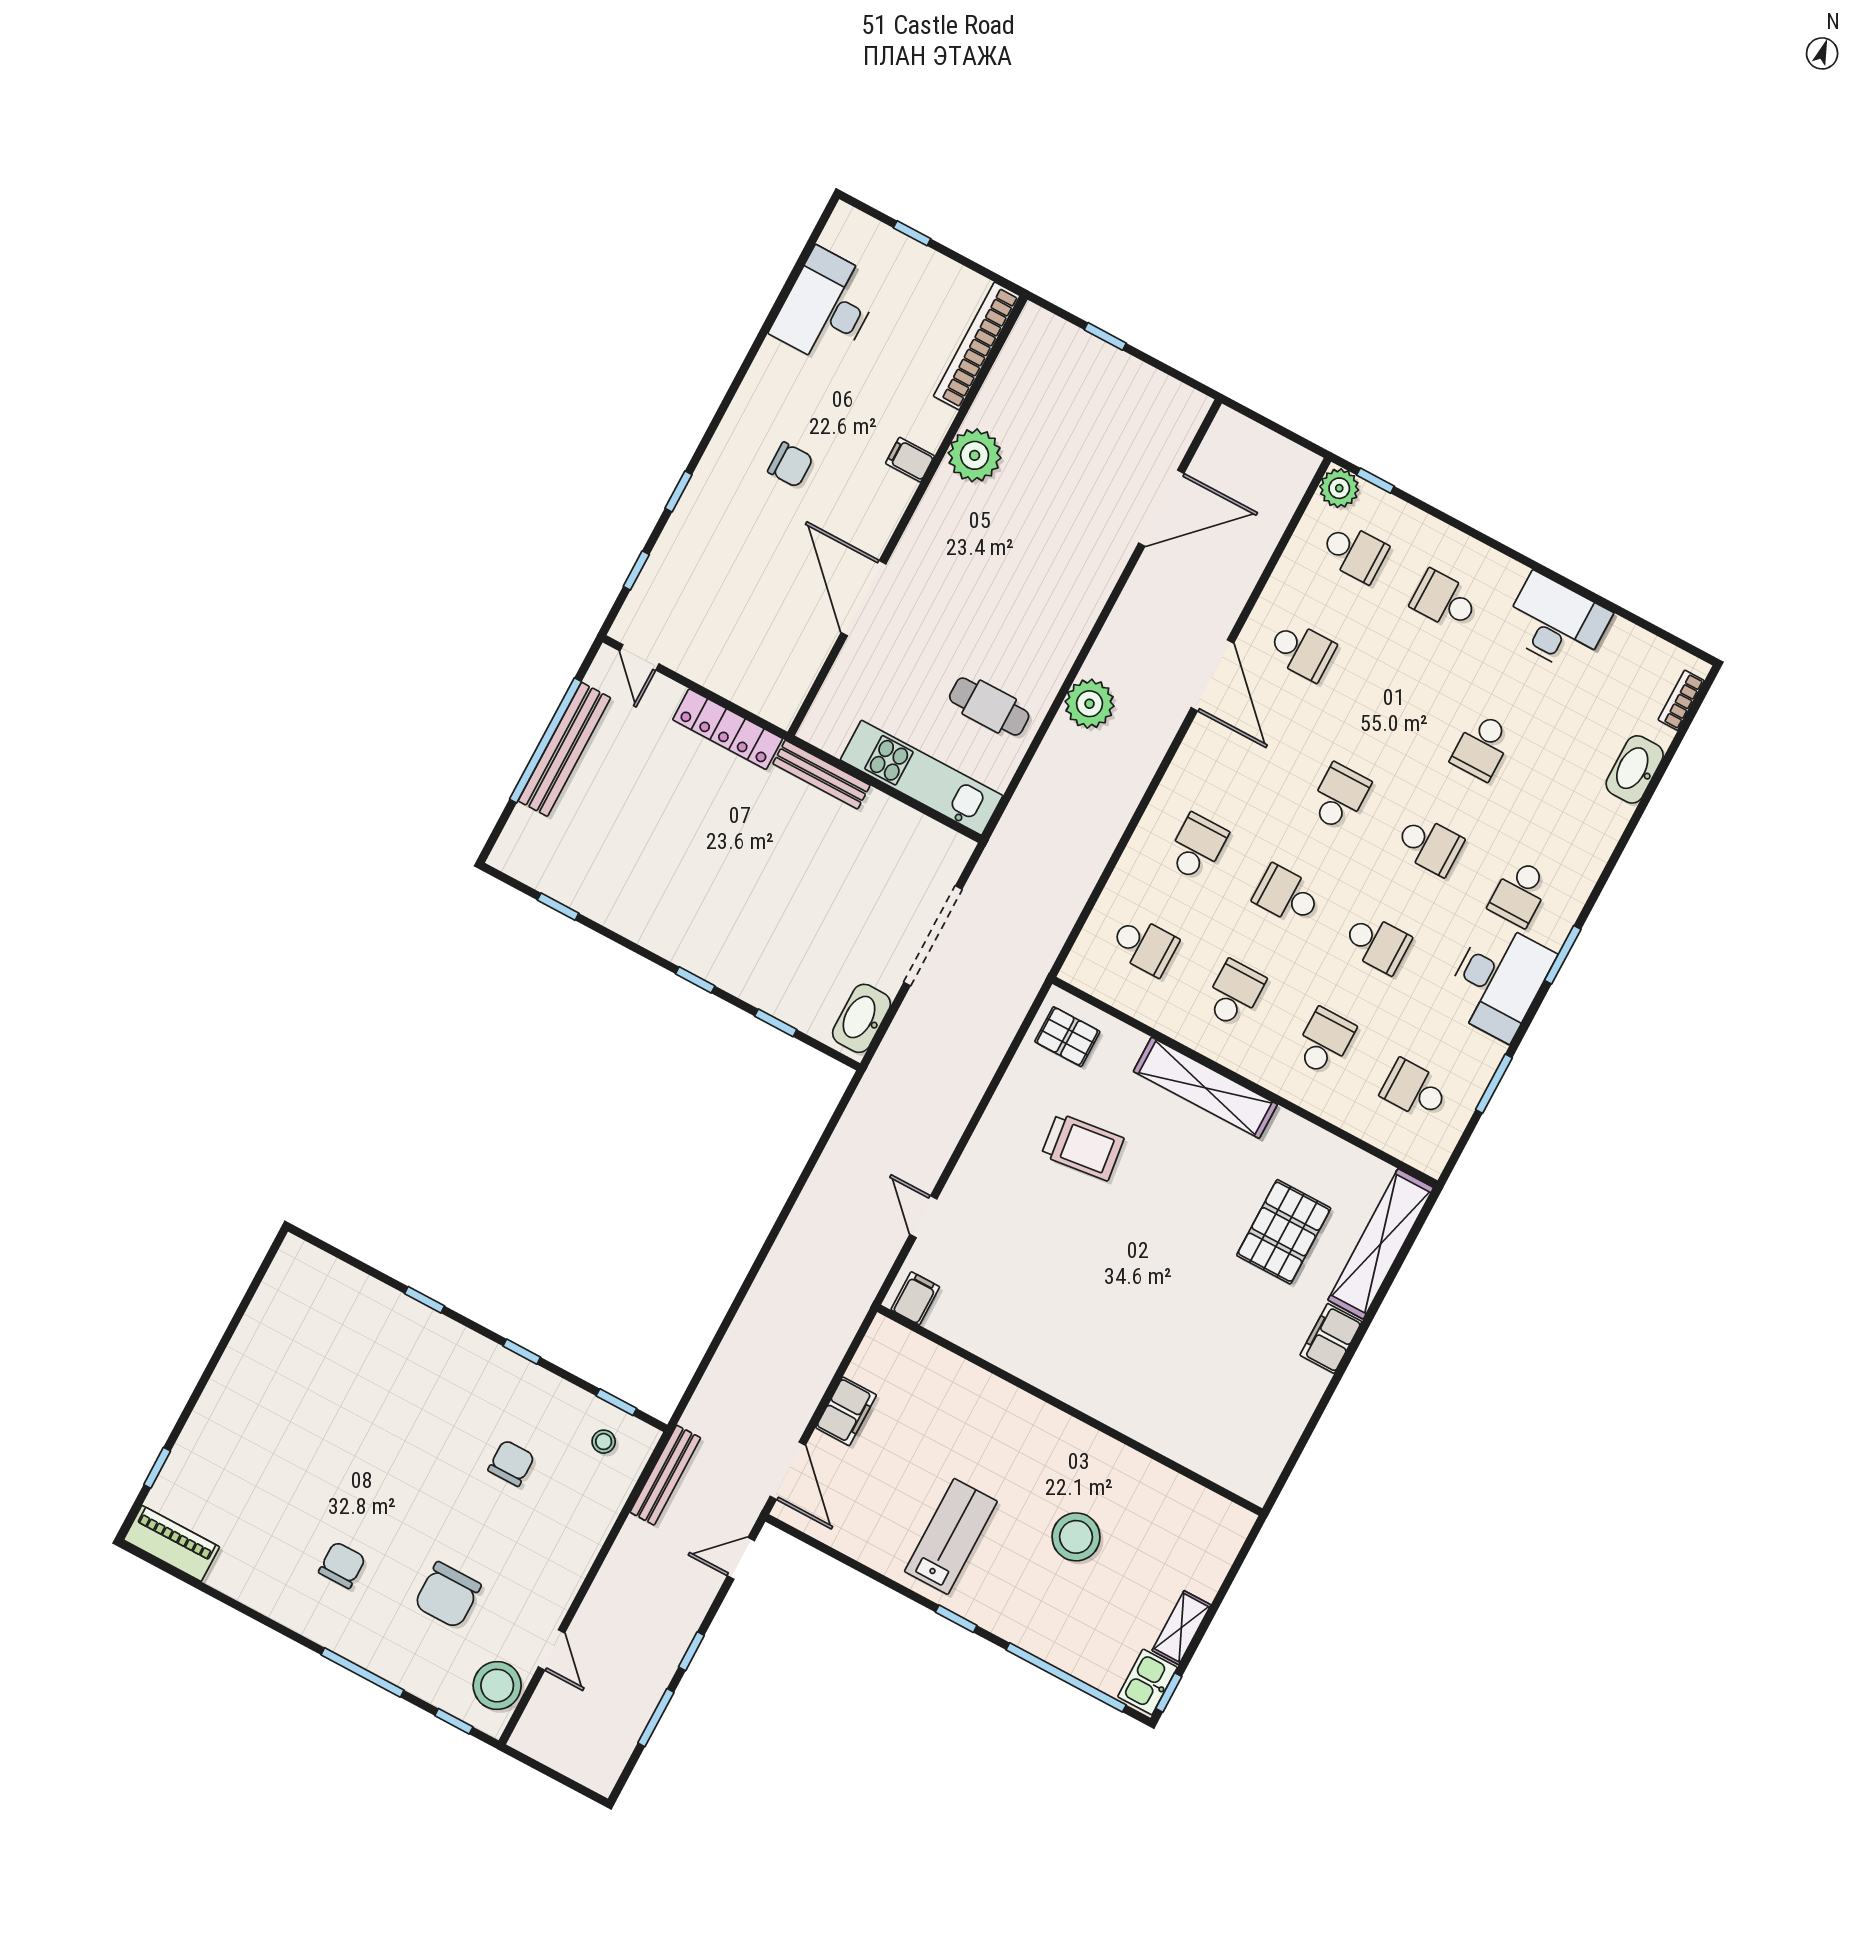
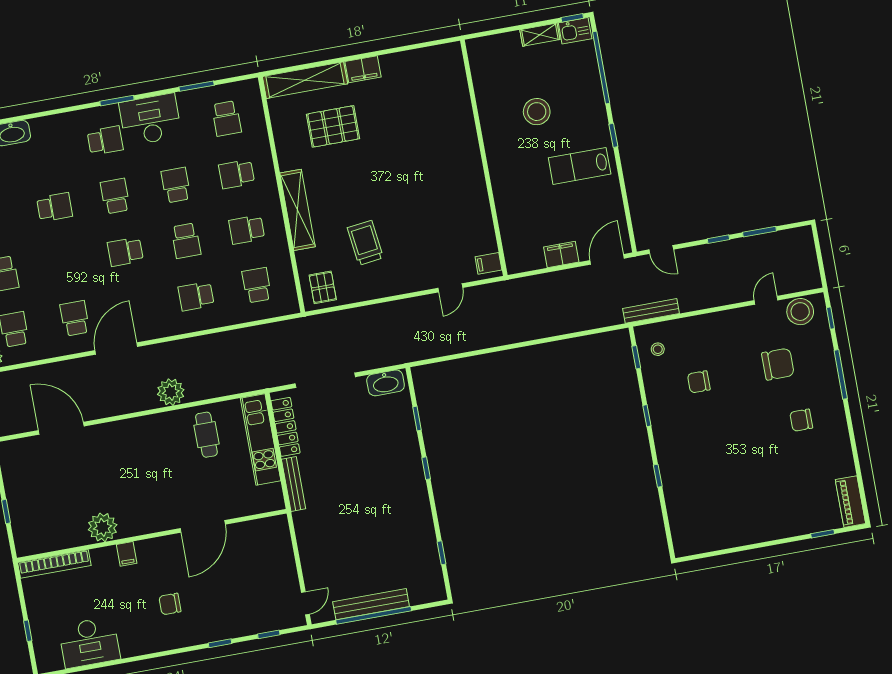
chair: (790, 465) -> (170, 604), turned -90
locker: (728, 729) -> (286, 427), moved

